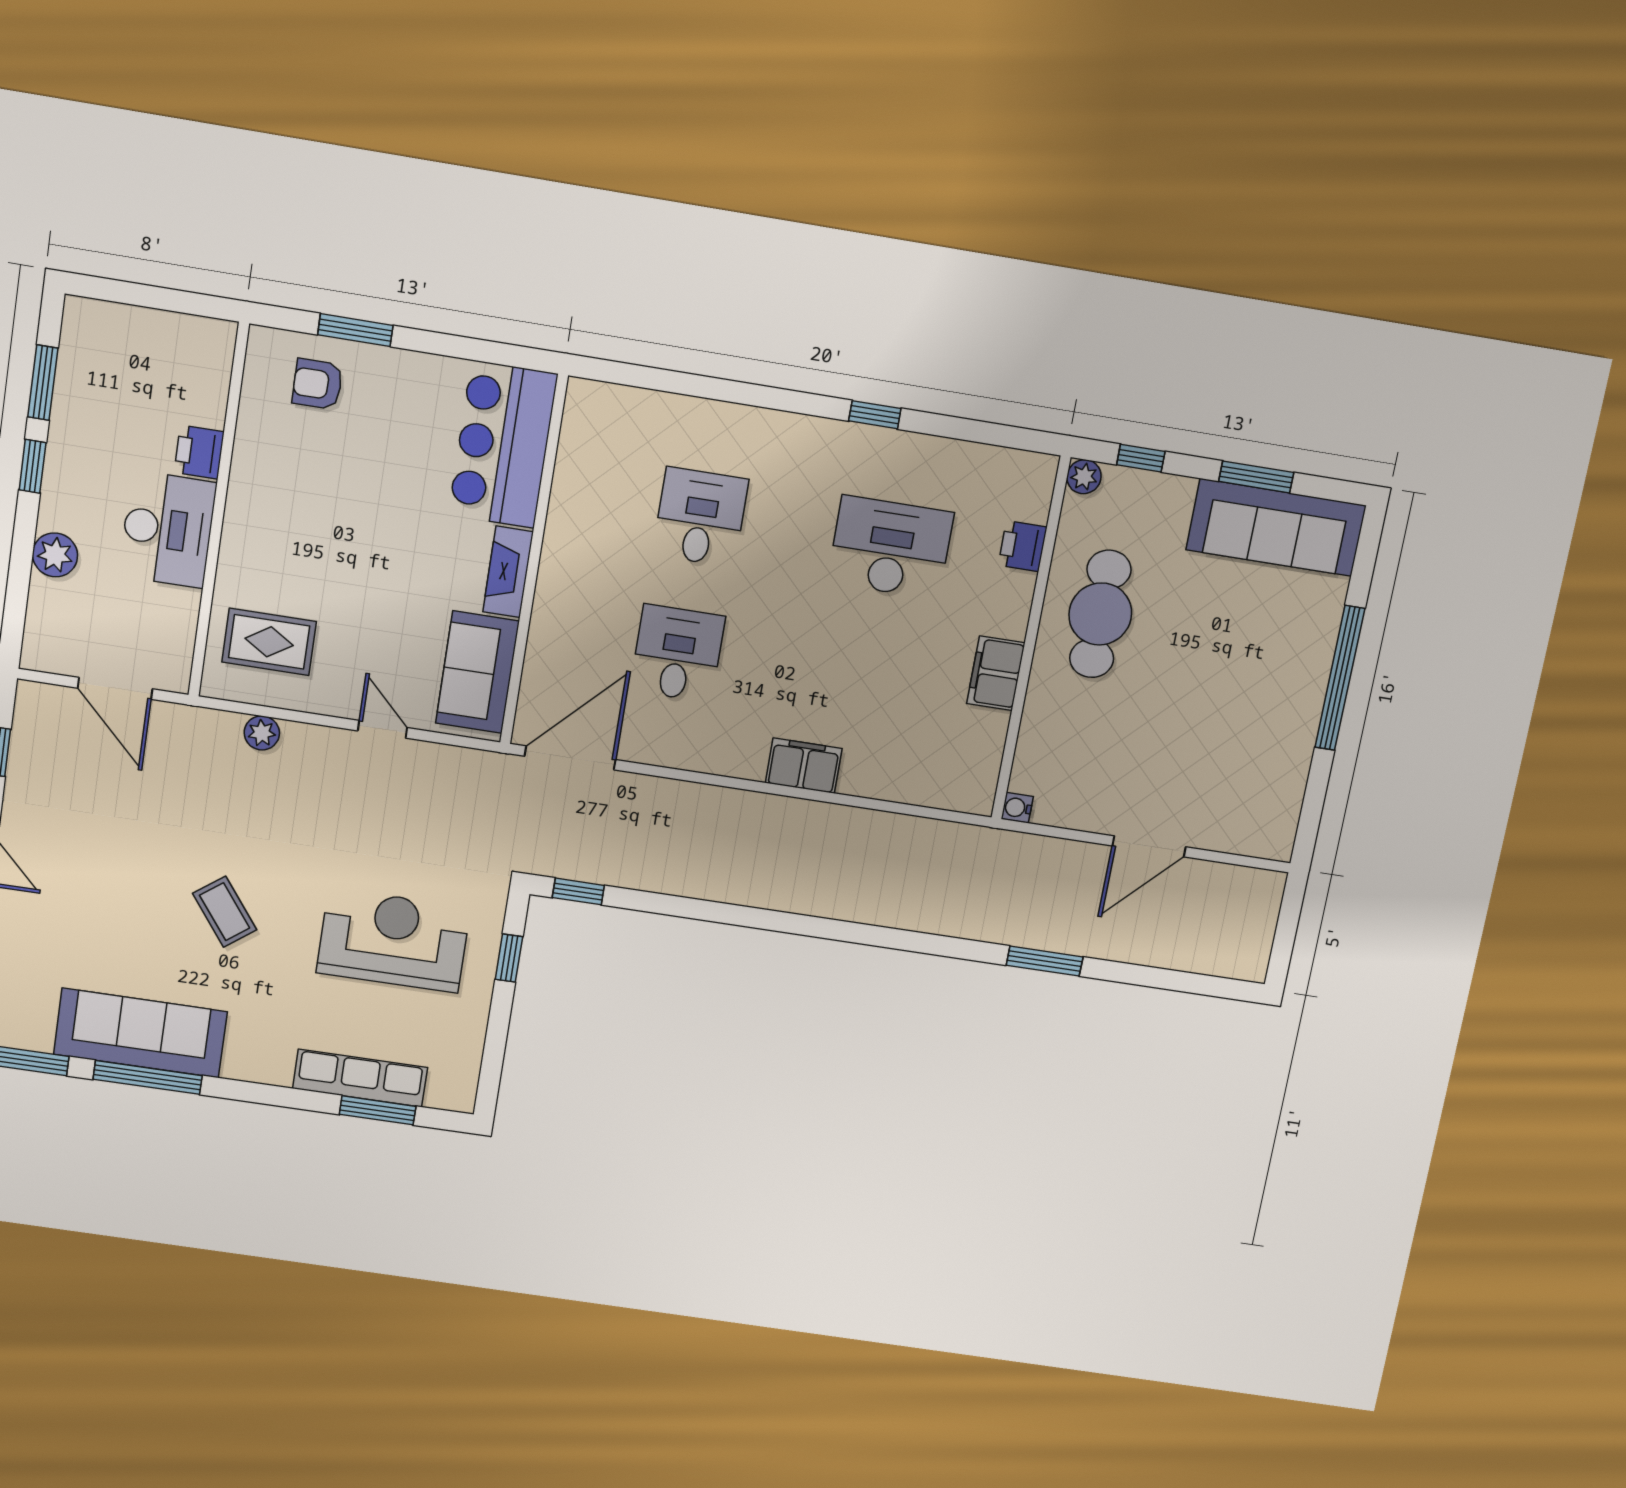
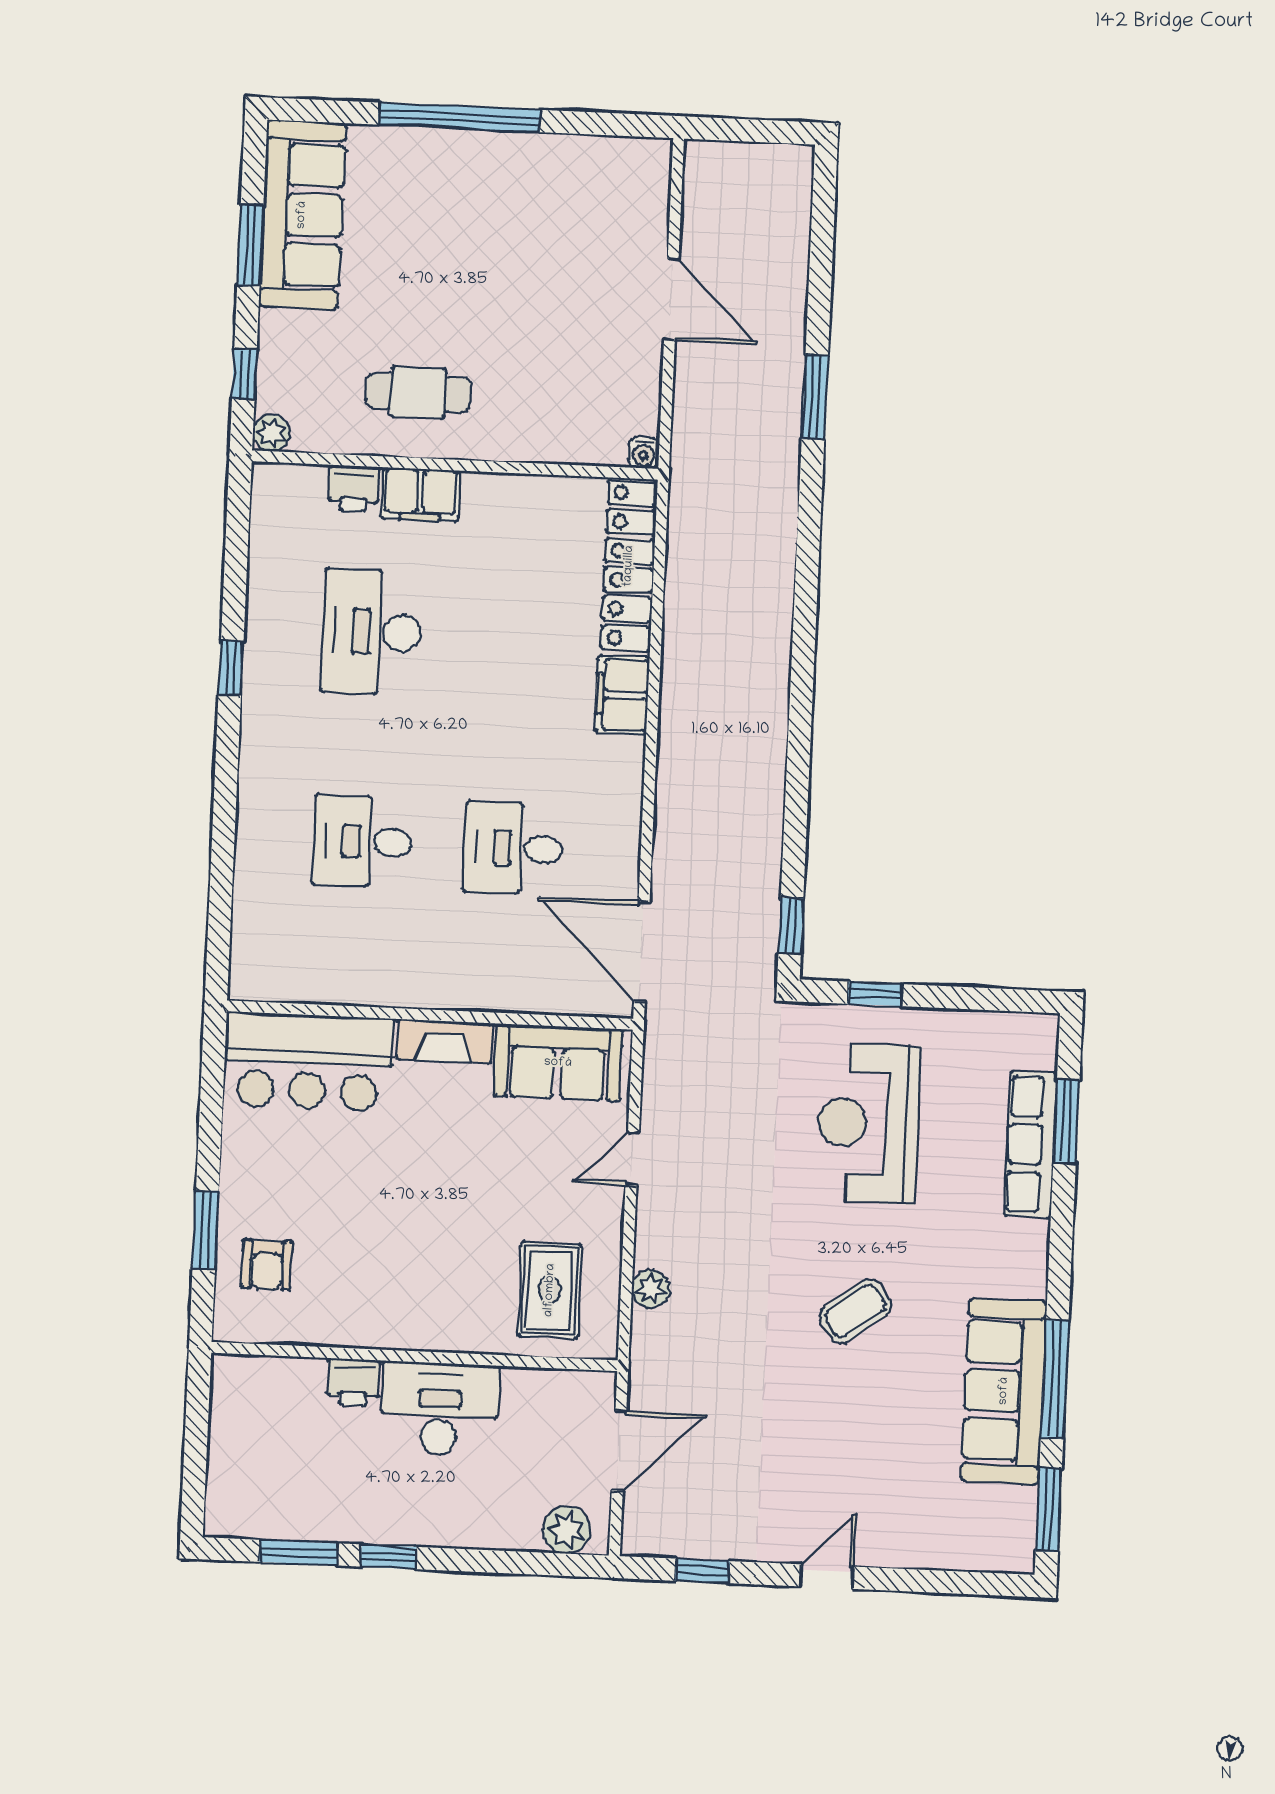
plant: (55, 555) -> (567, 1530), moved
cafe table: (1100, 614) -> (418, 393), width x0.73, depth x0.74
filing cabinet: (996, 673) -> (421, 494), moved
locker: (919, 784) -> (629, 566), added

